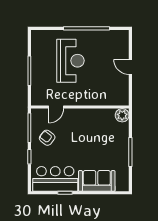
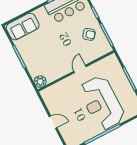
reception desk: (70, 61) -> (102, 103), width x1.36, depth x1.30
door: (56, 107) -> (80, 69), moved
sofa: (97, 181) -> (23, 27), moved

